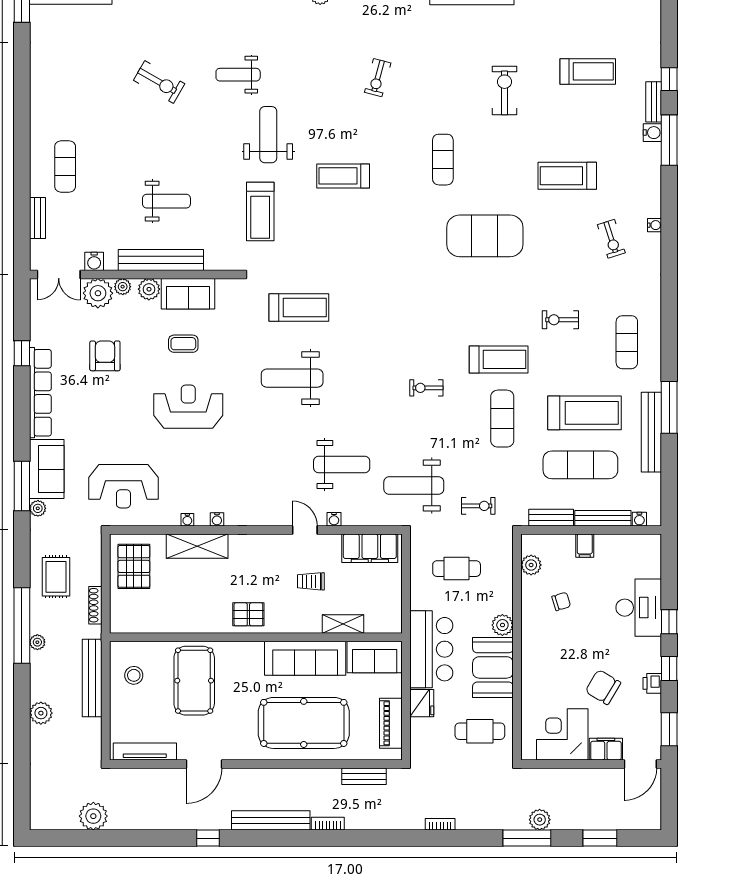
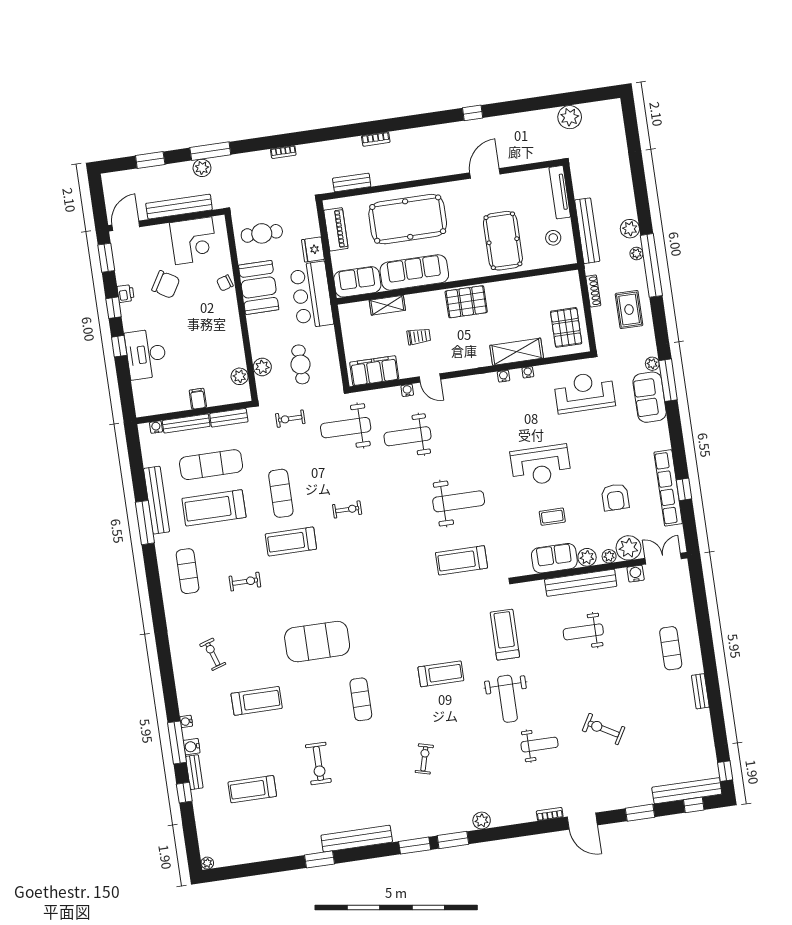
bench: (37, 218) -> (700, 691), moved
water cooler: (655, 225) -> (186, 721), moved
row of seats: (40, 393) -> (668, 488), moved
weight bench: (414, 486) -> (346, 428), turned 180
cafe table: (457, 569) -> (300, 364), turned 90
chair: (561, 601) -> (225, 283), moved
pallet: (248, 614) -> (466, 302), width x1.50, depth x1.42
plant: (502, 625) -> (262, 367), moved
plant: (41, 713) -> (630, 229), moved
filing cabinet: (606, 749) -> (156, 234), removed
tv unit: (145, 751) -> (560, 192), moved, turned 90
bench: (271, 820) -> (179, 207), moved

